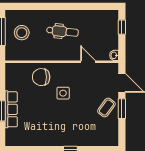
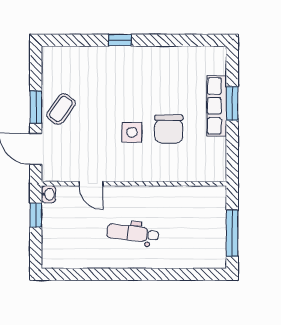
window: (122, 27) -> (36, 215), moved
stool: (22, 33) -> (199, 231), removed
chair: (41, 77) -> (169, 129), moved, turned 90

